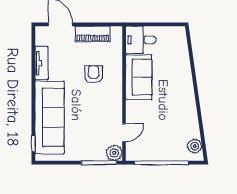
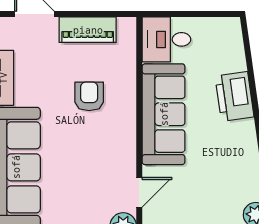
printer: (182, 74) -> (234, 97), added
sofa: (139, 77) -> (164, 114), width x1.36

